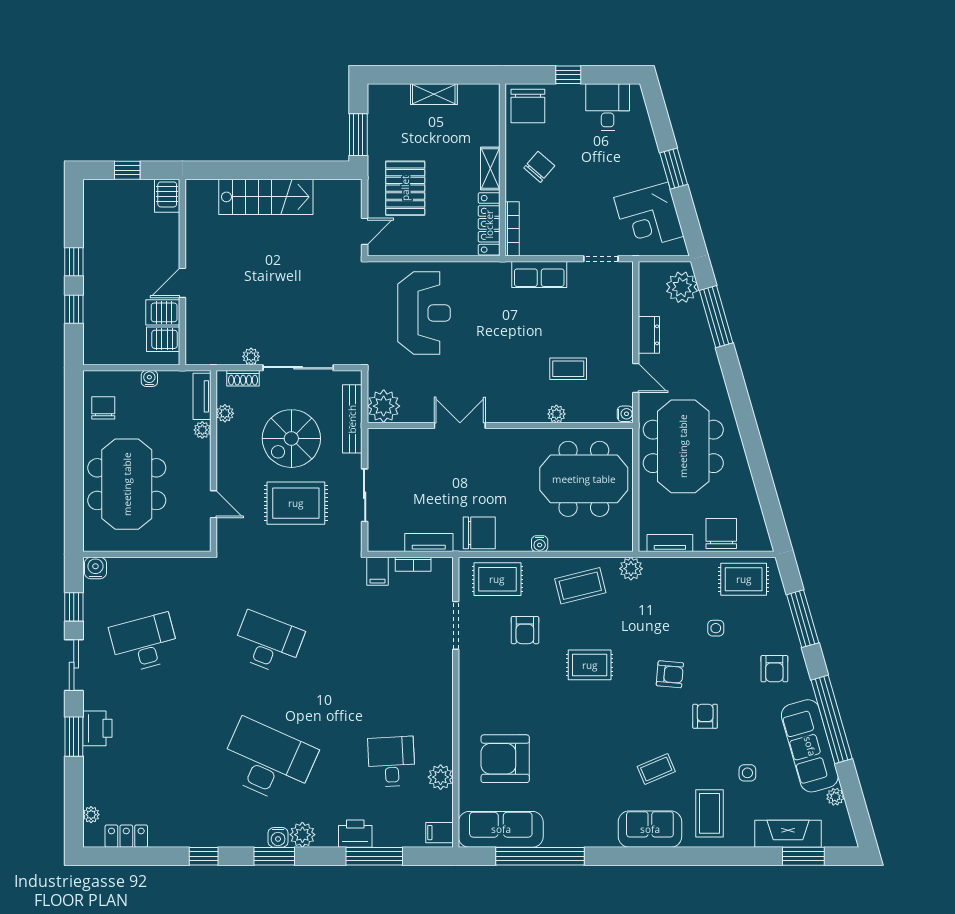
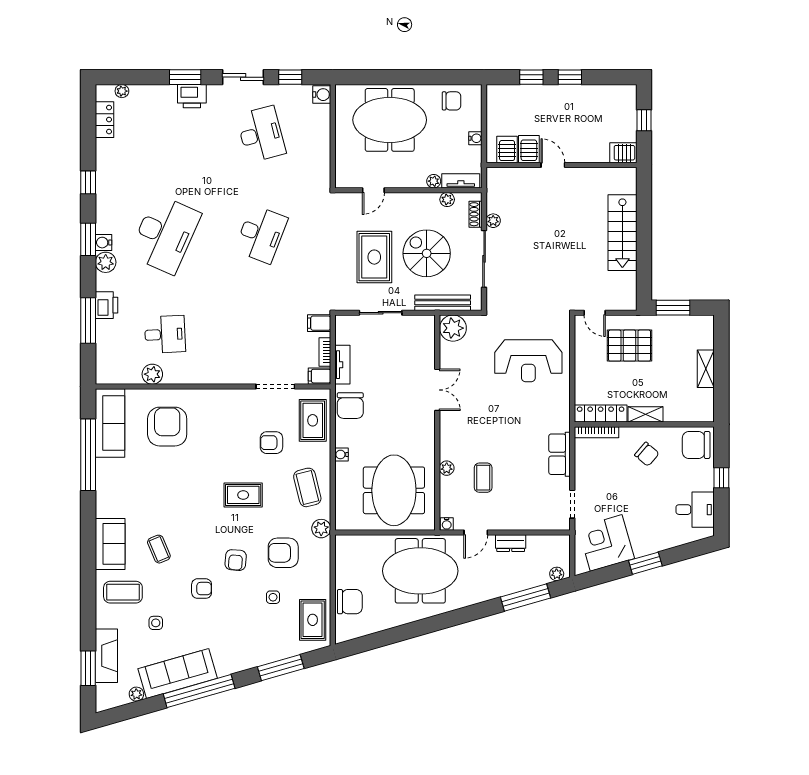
plant: (682, 287) -> (557, 574), width x0.53, depth x0.53
tv unit: (670, 543) -> (342, 560), removed
rug: (590, 665) -> (243, 495), turned 90
armchair: (774, 669) -> (283, 553), moved, width x1.38, depth x1.38
filing cabinet: (439, 833) -> (320, 376), moved, turned -90

